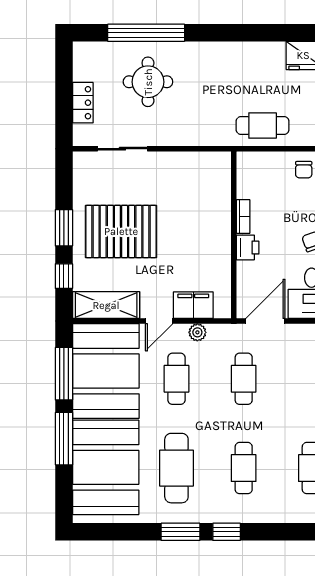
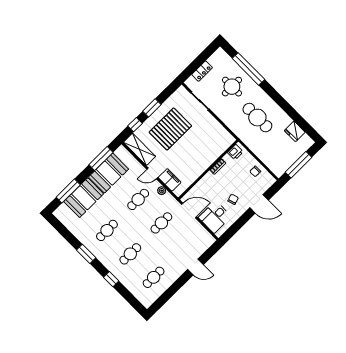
cafe table: (263, 125) -> (257, 118), moved, width x1.37, depth x1.35
pallet: (121, 231) -> (170, 129), turned 90
printer: (248, 247) -> (235, 152), moved
booth: (106, 371) -> (109, 173), width x0.73, depth x0.70
window: (64, 439) -> (68, 191), moved
booth: (106, 467) -> (84, 198), width x0.73, depth x0.70
cafe table: (176, 468) -> (107, 230), width x0.73, depth x0.74
window: (227, 532) -> (111, 279), moved

